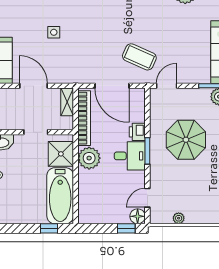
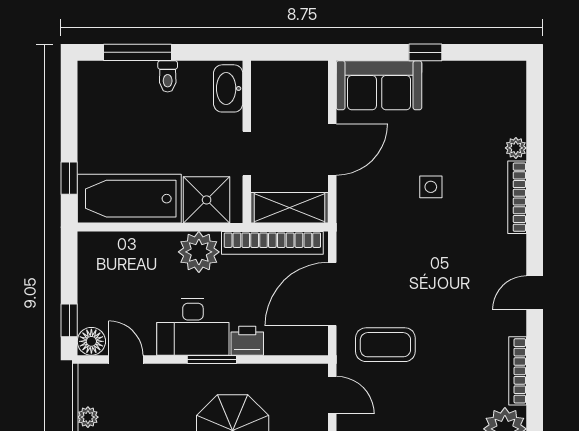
coffee table: (139, 57) -> (385, 345), turned 66
shelving: (67, 102) -> (289, 208), width x1.50, depth x1.33
desk: (130, 156) -> (193, 327), width x1.37

